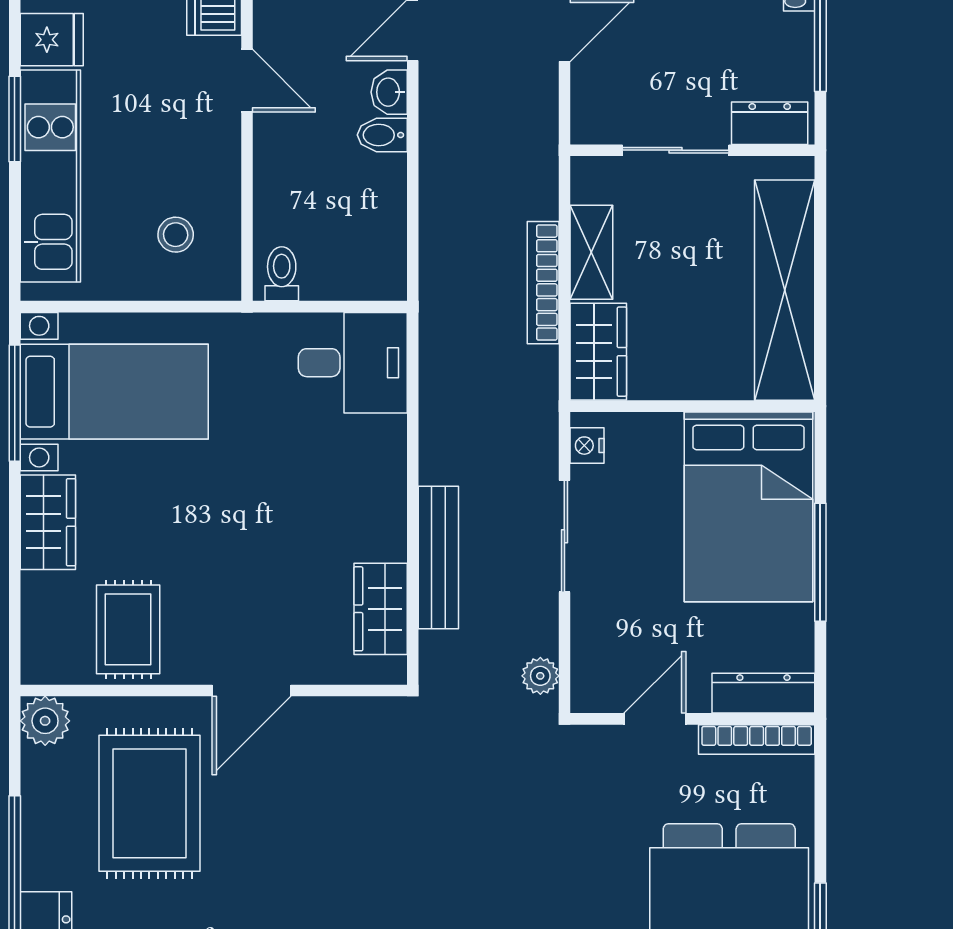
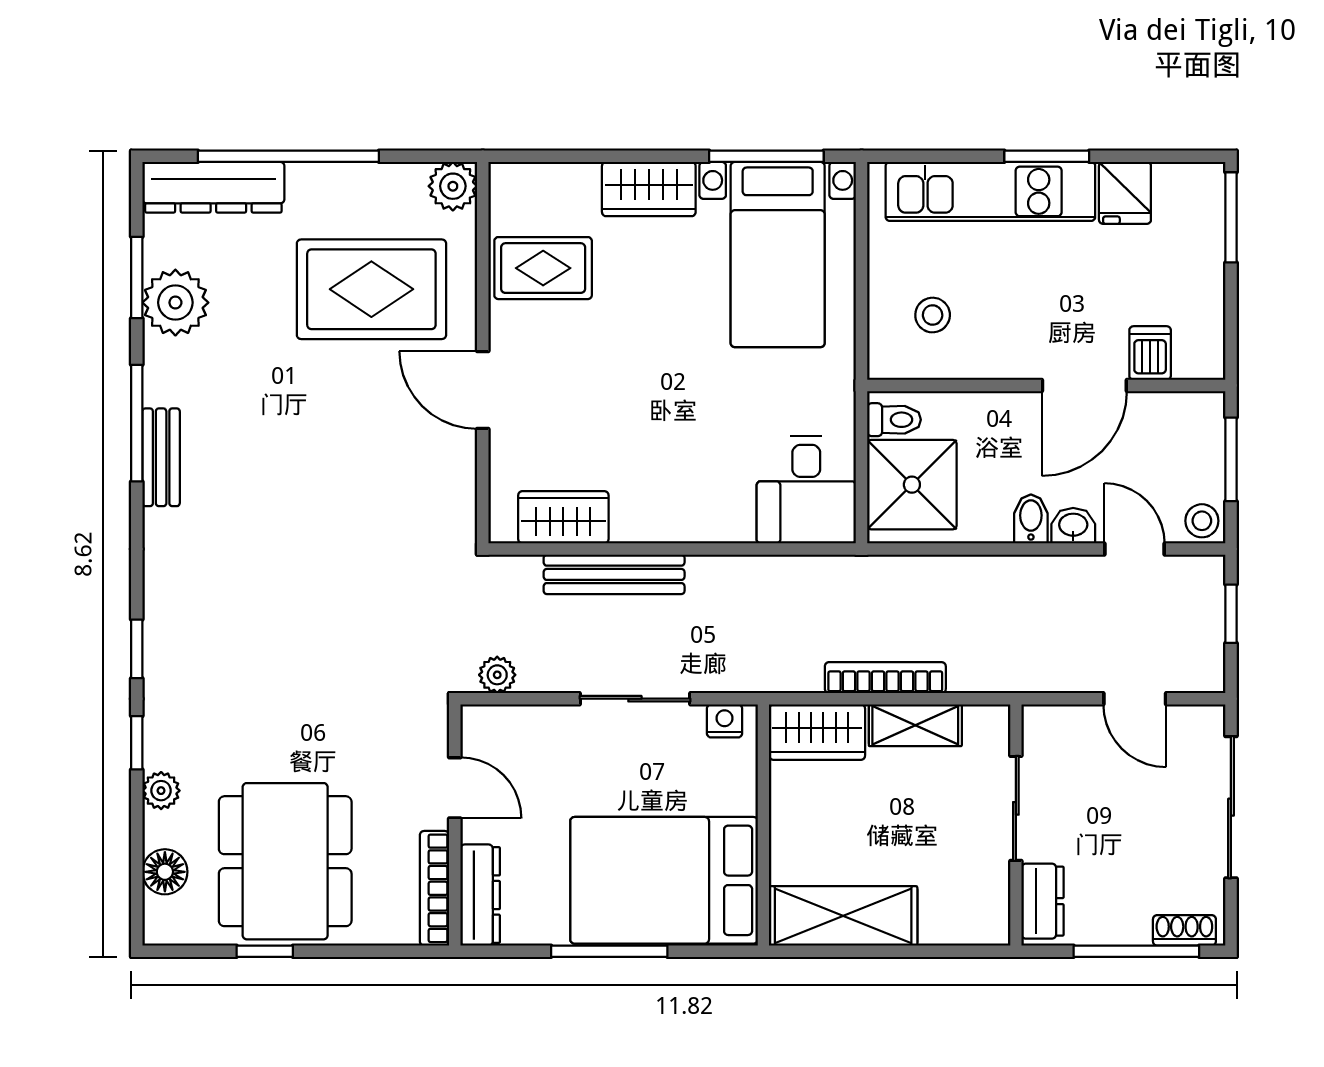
door: (247, 81) -> (1084, 385), width x1.38
shower: (348, 256) -> (912, 485), added
shelving: (785, 290) -> (843, 916), width x0.68

